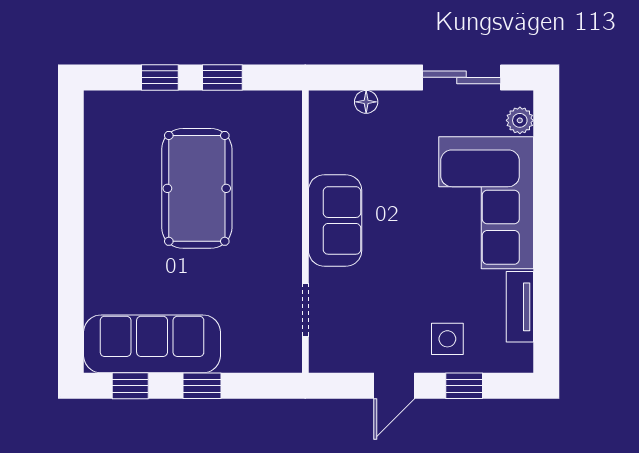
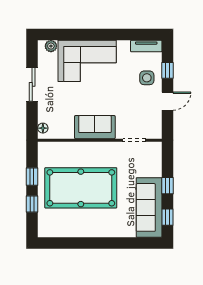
sliding door: (462, 77) -> (32, 84), moved
floor lamp: (366, 102) -> (43, 128), moved
pool table: (197, 188) -> (81, 188), width x1.36, depth x1.32
tv unit: (520, 307) -> (146, 46), moved
door: (394, 386) -> (167, 101), hinge flipped

